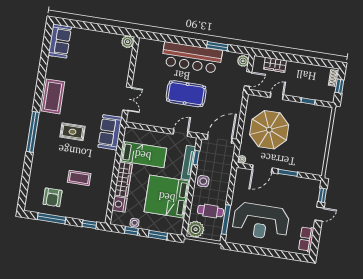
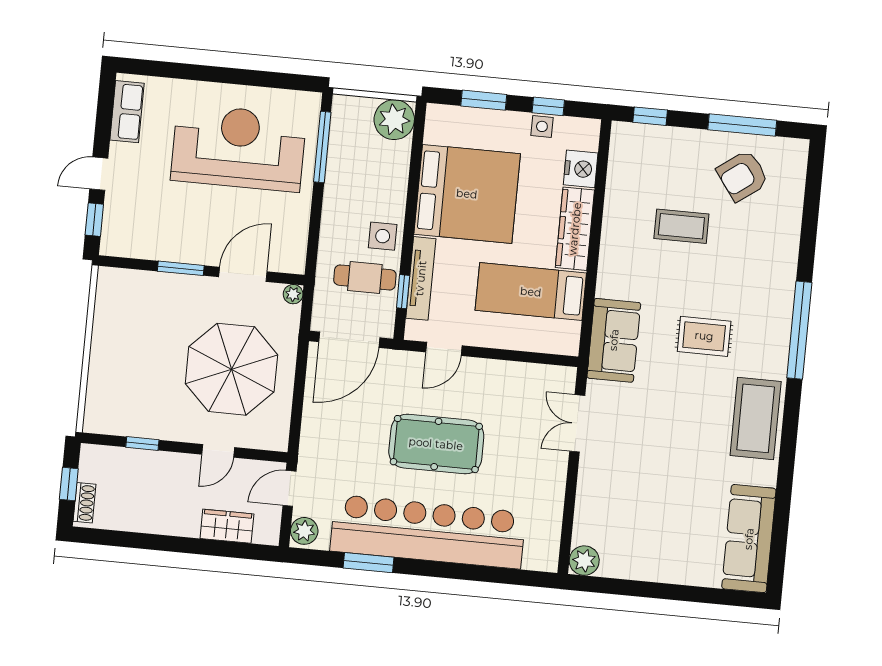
sofa: (60, 41) -> (749, 539), width x1.36
bar counter: (192, 58) -> (428, 532), width x1.36
armchair: (53, 197) -> (743, 176), turned -126
cafe table: (210, 211) -> (365, 277), moved

